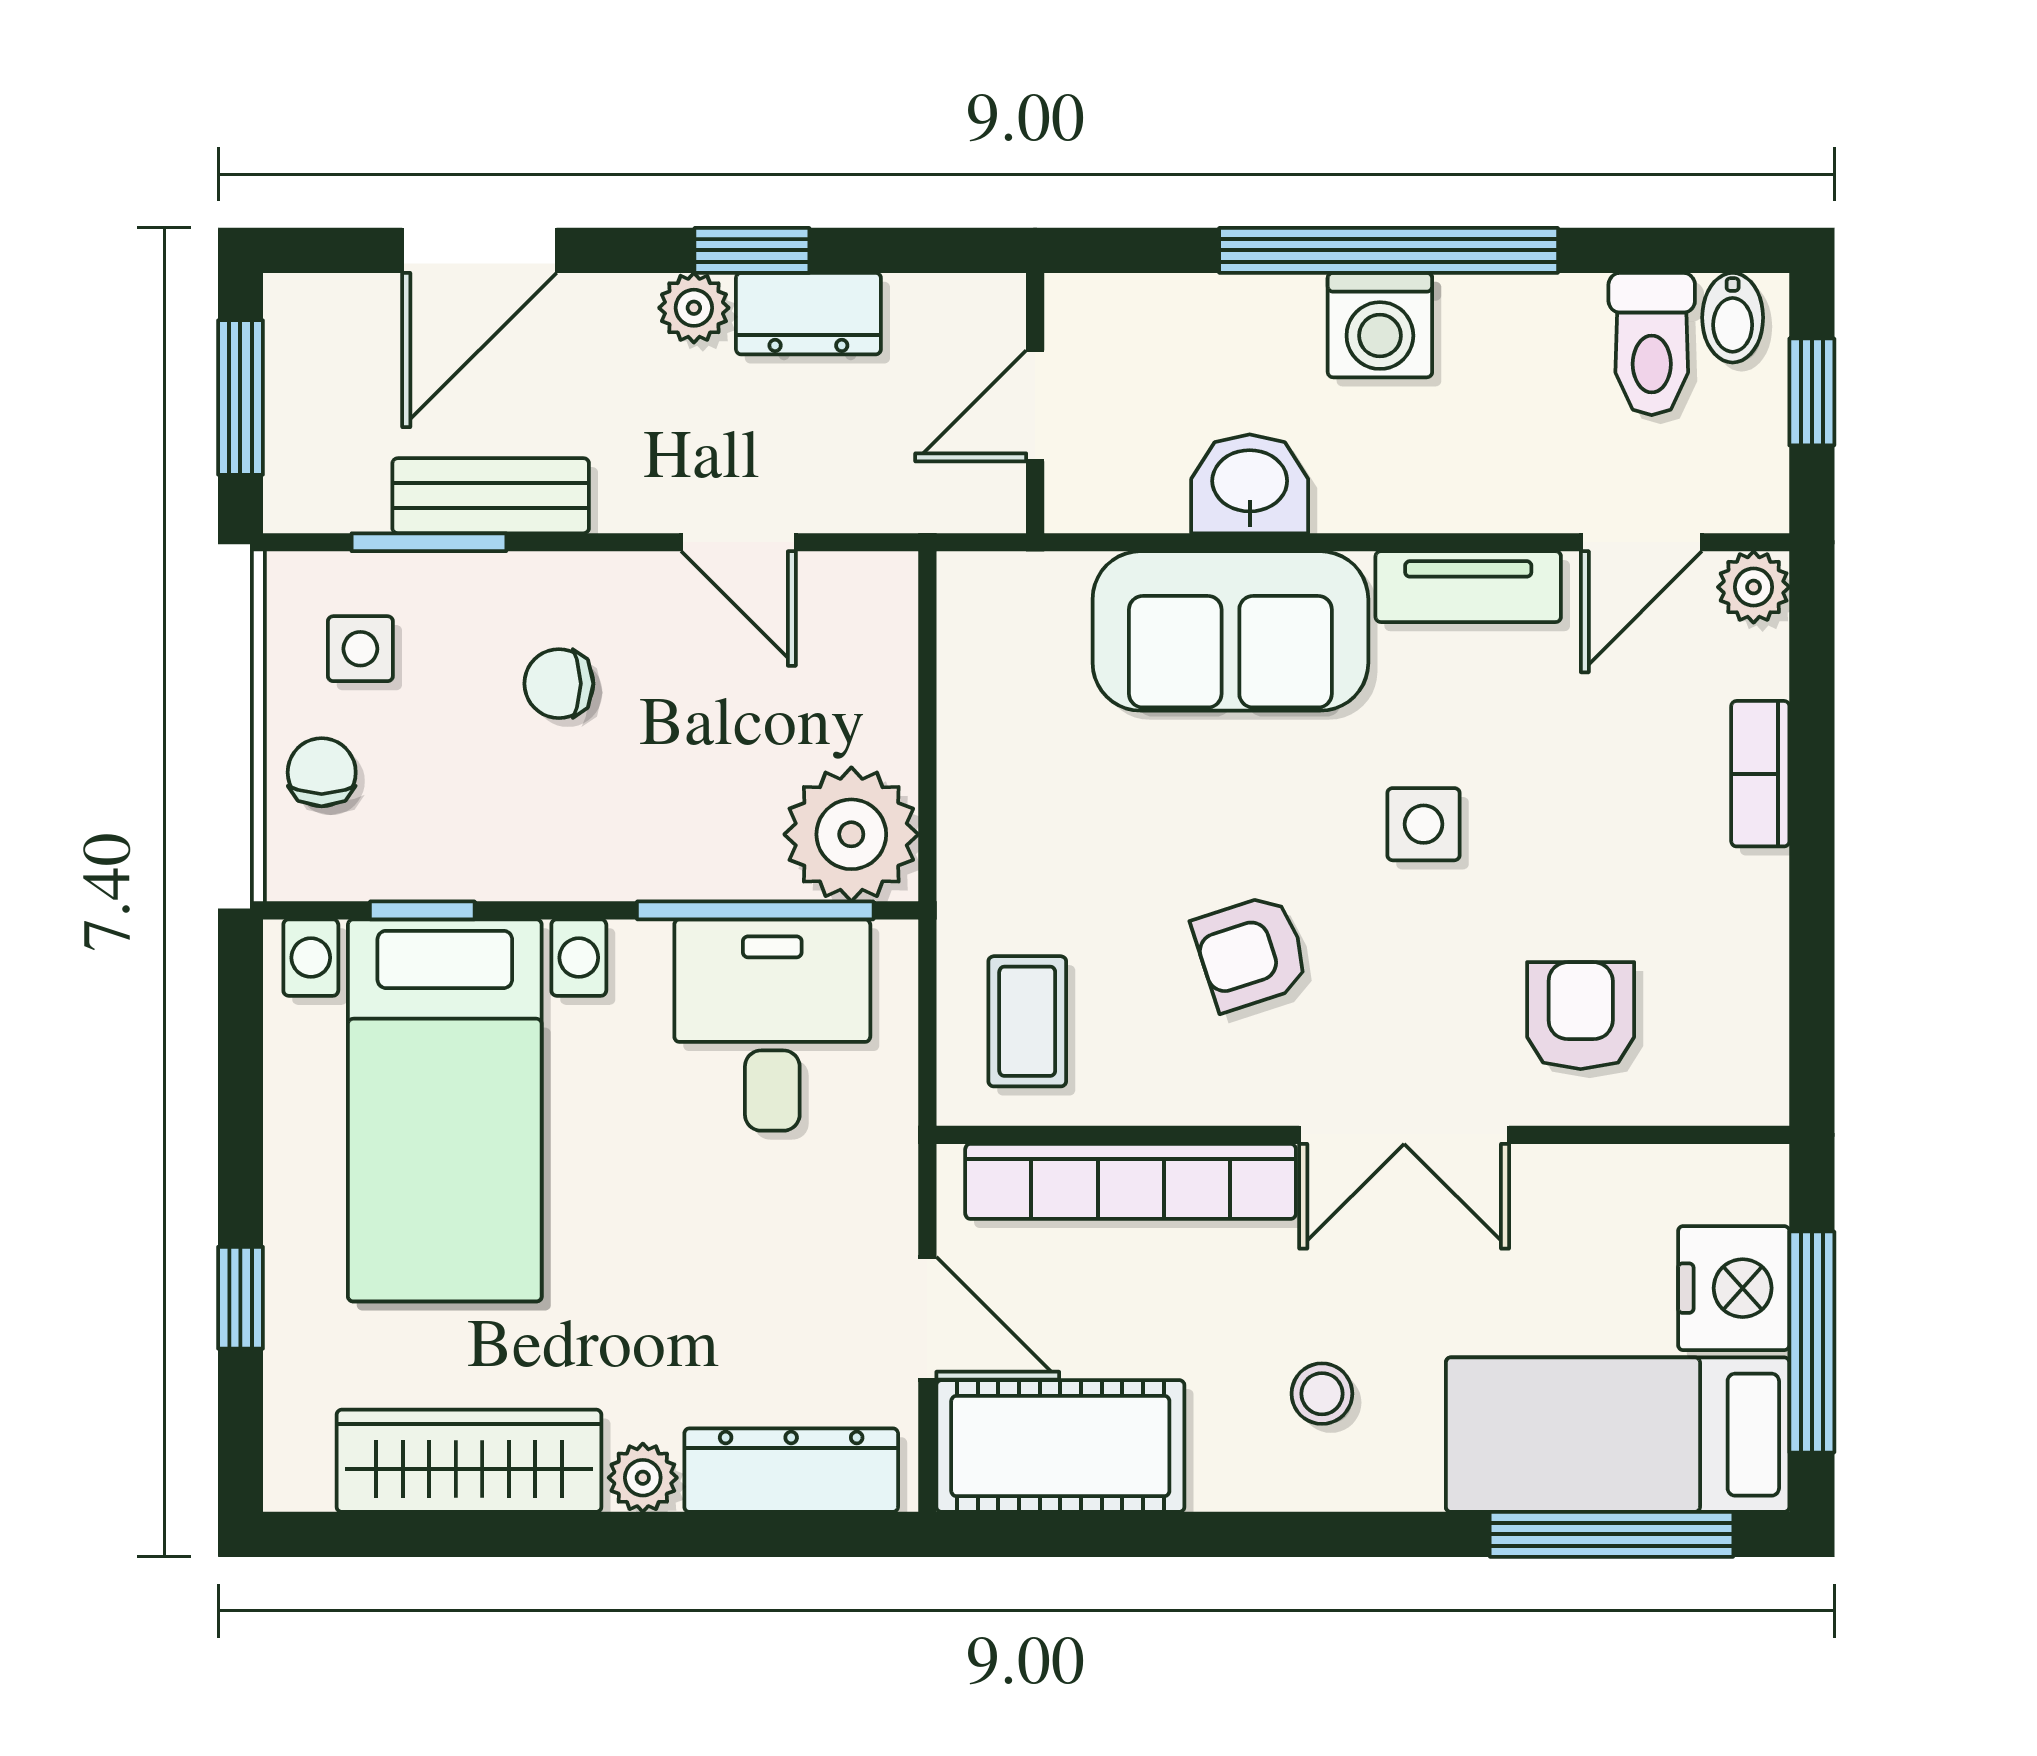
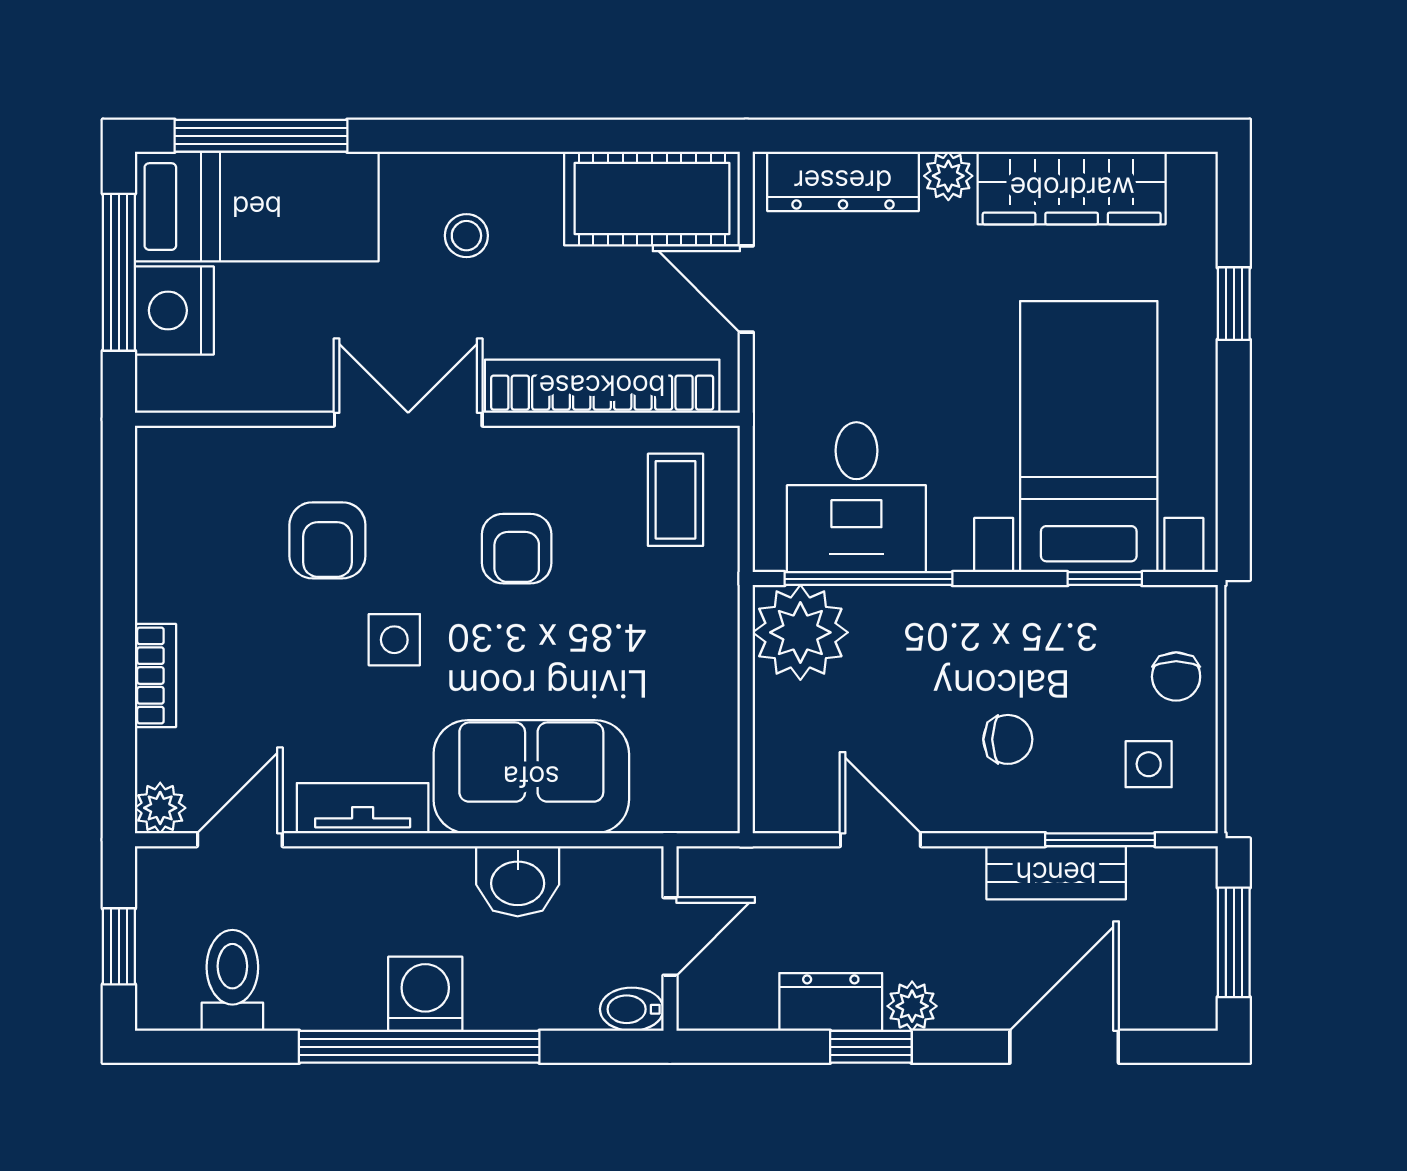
bidet: (1733, 318) -> (632, 1009), moved, turned -90
armchair: (1251, 953) -> (517, 549), turned 108
armchair: (1581, 1016) -> (327, 540), moved

